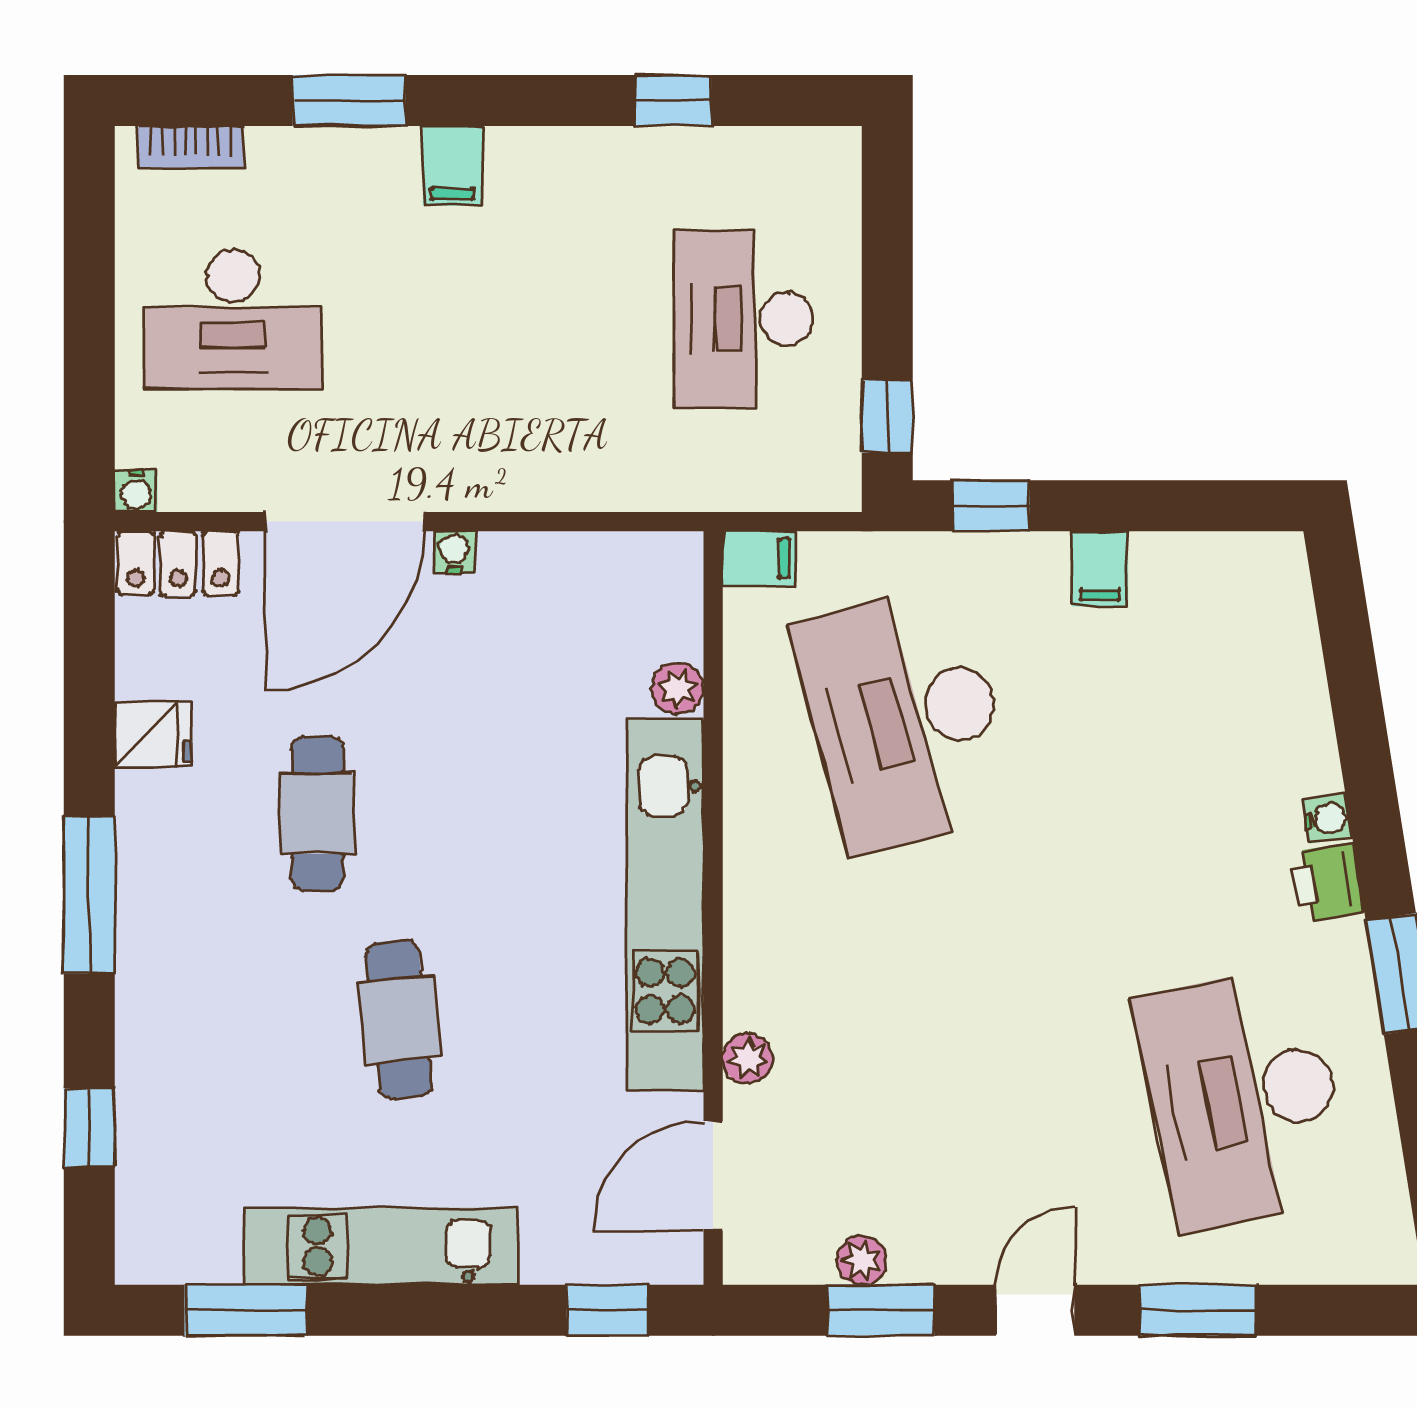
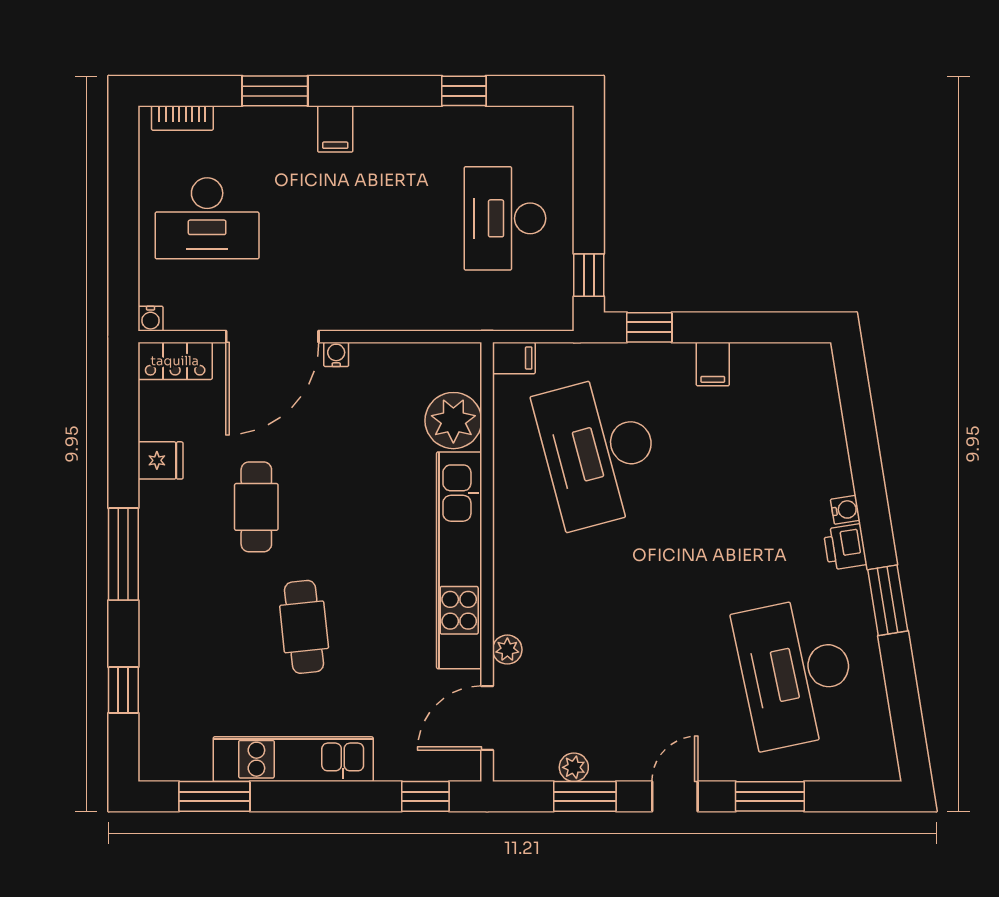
plant: (678, 688) -> (453, 421), width x1.88, depth x1.88

